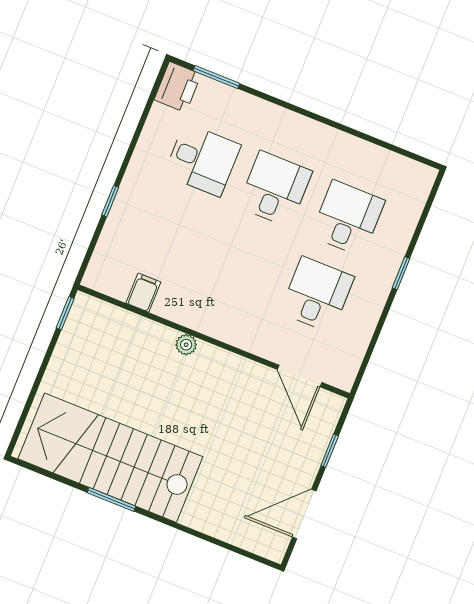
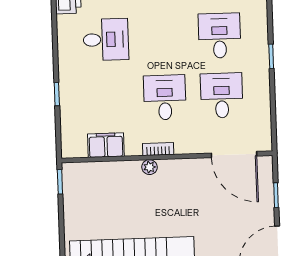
desk: (275, 189) -> (165, 97), moved
filing cabinet: (143, 293) -> (106, 145), width x2.00
bookcase: (207, 327) -> (158, 149), added
door: (300, 376) -> (234, 155), width x1.36

